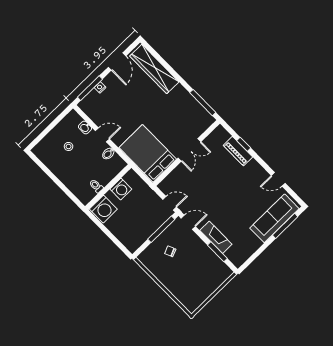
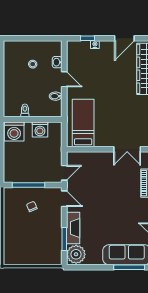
window: (90, 88) -> (87, 38), width x0.46
double door: (190, 150) -> (127, 149), moved
bed: (148, 153) -> (83, 123), width x0.67
door: (170, 203) -> (64, 173), hinge flipped
window: (161, 229) -> (29, 185), moved
plant: (237, 254) -> (76, 254), added

